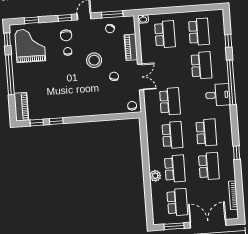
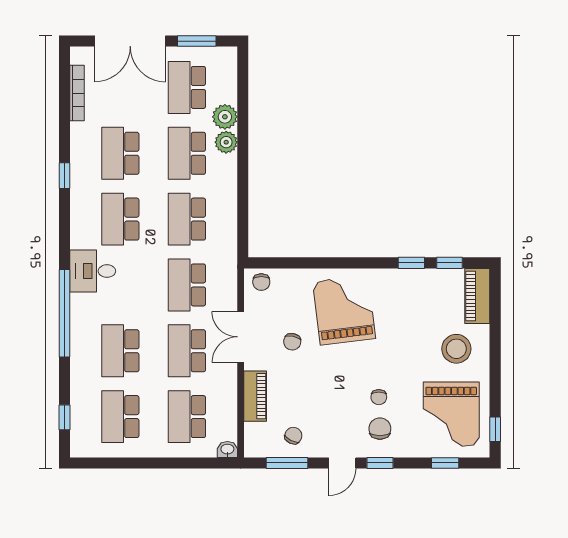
window: (228, 41) -> (64, 417), moved
stool: (94, 60) -> (456, 349), moved
school desk: (167, 68) -> (187, 351), added
window: (10, 75) -> (495, 360), removed
grand piano: (89, 95) -> (344, 310), added
desk: (218, 95) -> (93, 271), moved
plant: (157, 189) -> (225, 117), added

